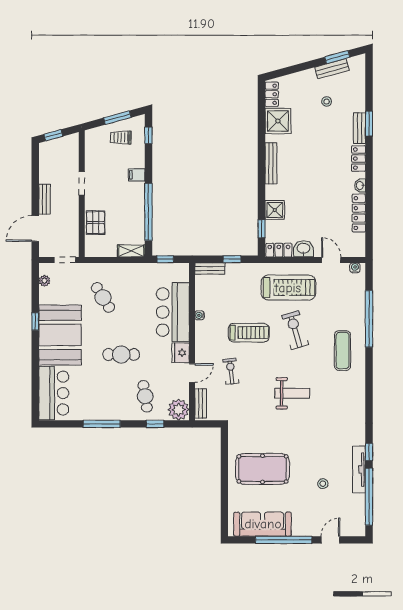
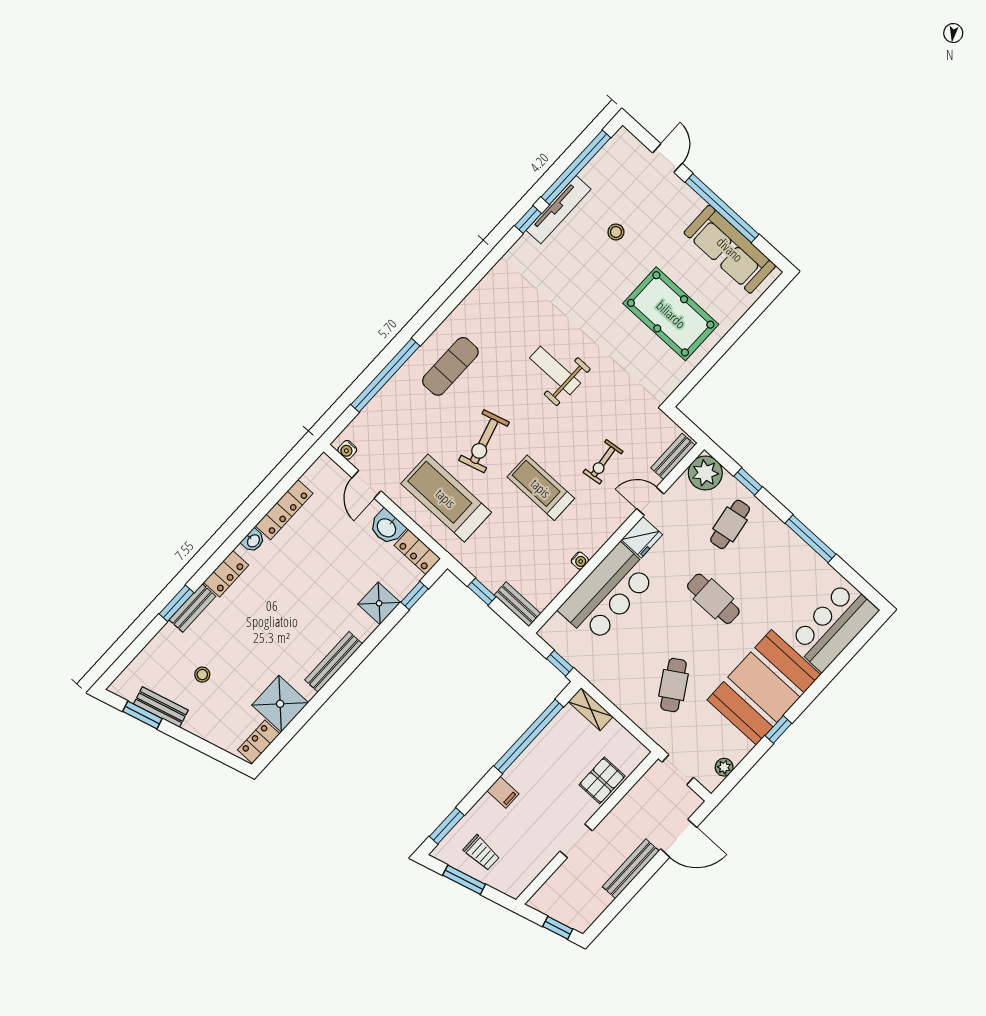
window: (148, 135) -> (447, 826), width x1.50
bench: (45, 199) -> (631, 869), width x1.36
door: (330, 540) -> (667, 158), swing flipped

